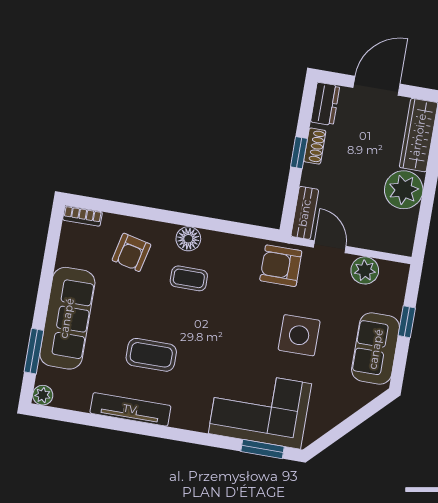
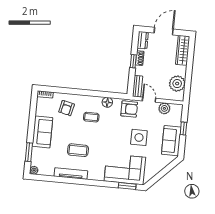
plant: (404, 190) -> (177, 84), moved
floor lamp: (188, 239) -> (107, 102), moved
armchair: (281, 266) -> (129, 109), turned 180
sofa: (67, 318) -> (42, 132), width x0.73

